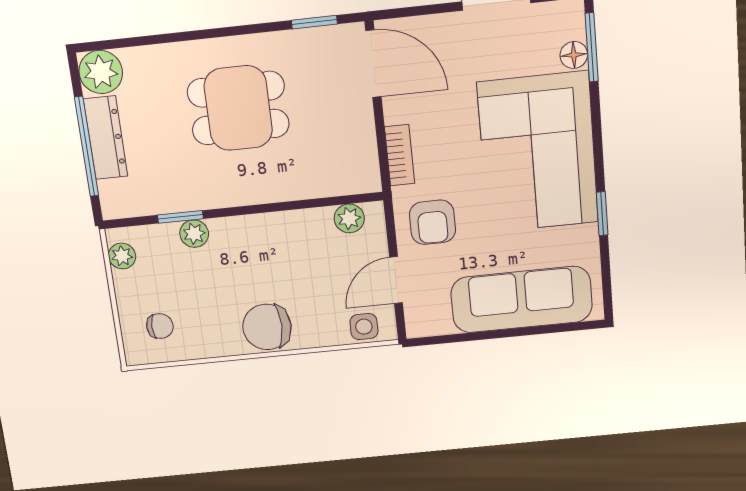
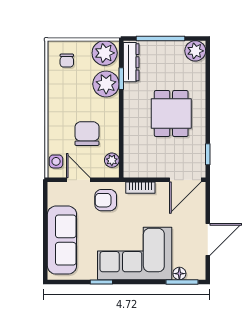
dresser: (106, 138) -> (131, 62), moved, turned -90
plant: (194, 234) -> (106, 84), width x1.88, depth x1.88
plant: (122, 256) -> (105, 53), width x1.88, depth x1.88
chair: (267, 327) -> (87, 134), moved

